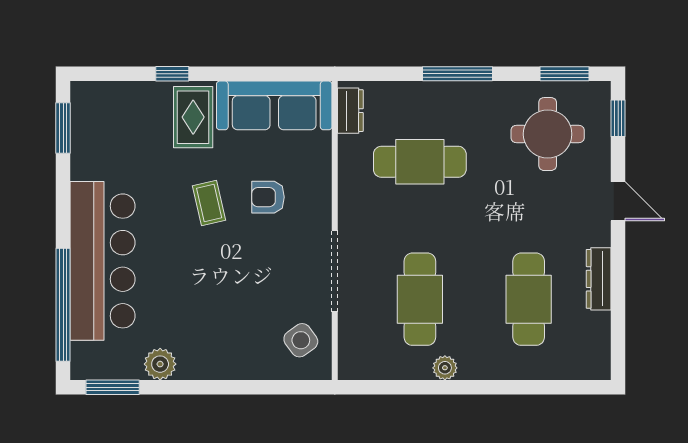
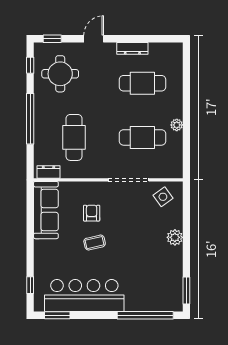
window: (172, 74) -> (30, 285), moved
window: (457, 74) -> (30, 119), width x1.46
window: (565, 74) -> (30, 65), width x0.67
rug: (193, 117) -> (52, 250), removed
armchair: (268, 197) -> (92, 213), turned 180
bar counter: (103, 261) -> (84, 296), moved
plant: (160, 364) -> (175, 237), moved

